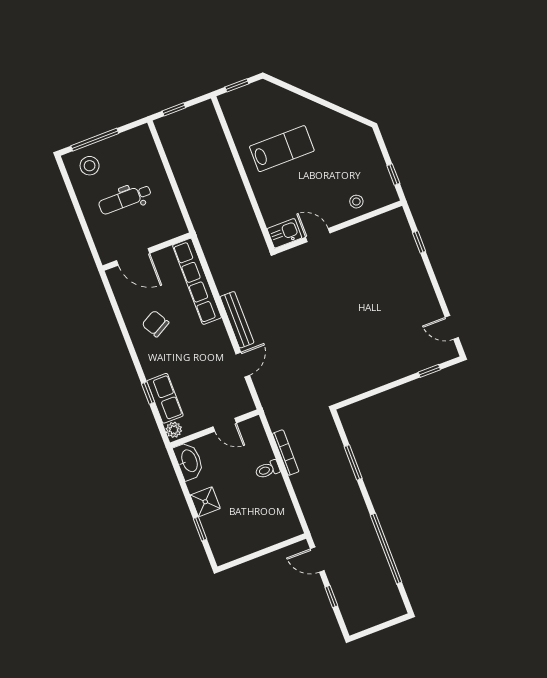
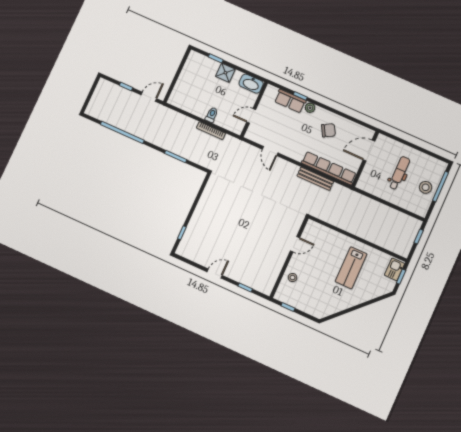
stool: (90, 166) -> (426, 187), moved
kitchen sink: (284, 233) -> (394, 269), moved, turned 180
bench: (237, 320) -> (315, 179), moved
door: (452, 327) -> (215, 274), moved
plant: (174, 430) -> (310, 108), moved

